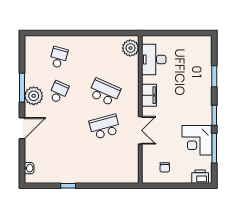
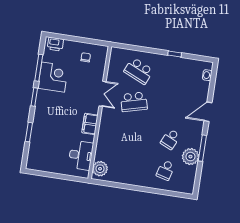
school desk: (105, 92) -> (139, 71), moved
plant: (34, 96) -> (190, 157), moved
double door: (140, 130) -> (103, 94), swing flipped

